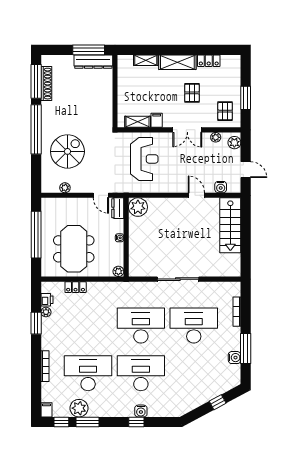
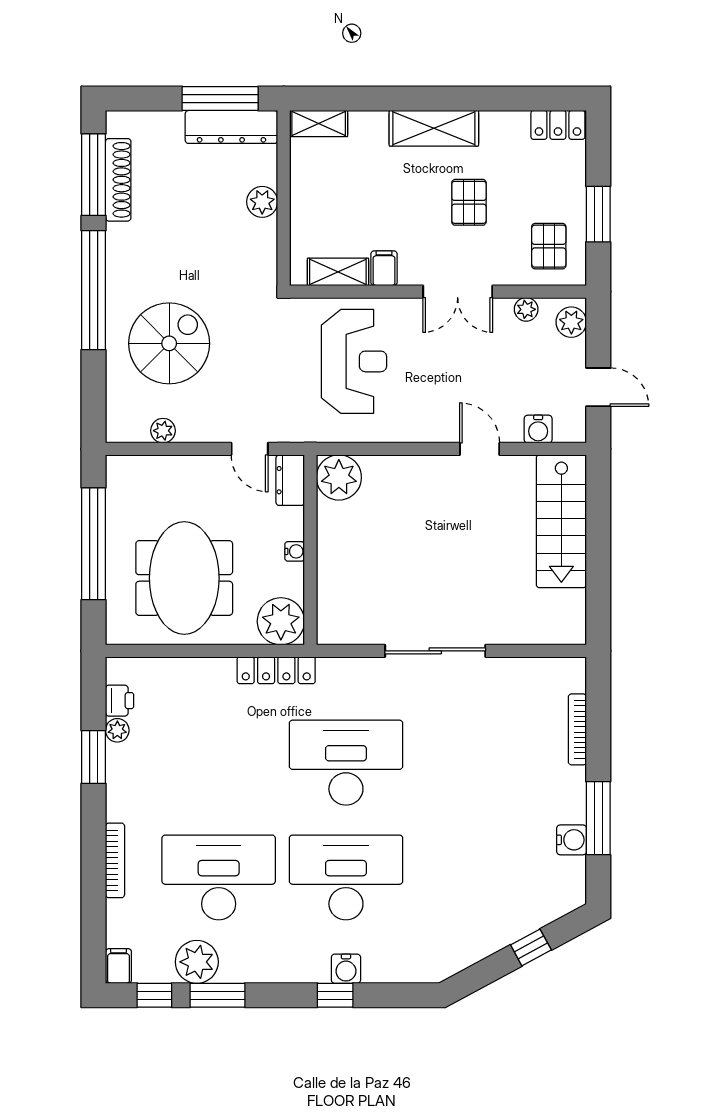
shelving: (146, 60) -> (319, 124), moved
locker: (209, 61) -> (558, 125), moved
plant: (106, 93) -> (262, 202), added
plant: (118, 271) -> (281, 621), width x1.88, depth x1.88
locker: (76, 287) -> (276, 670), moved, width x1.53
desk: (194, 325) -> (473, 763), removed

